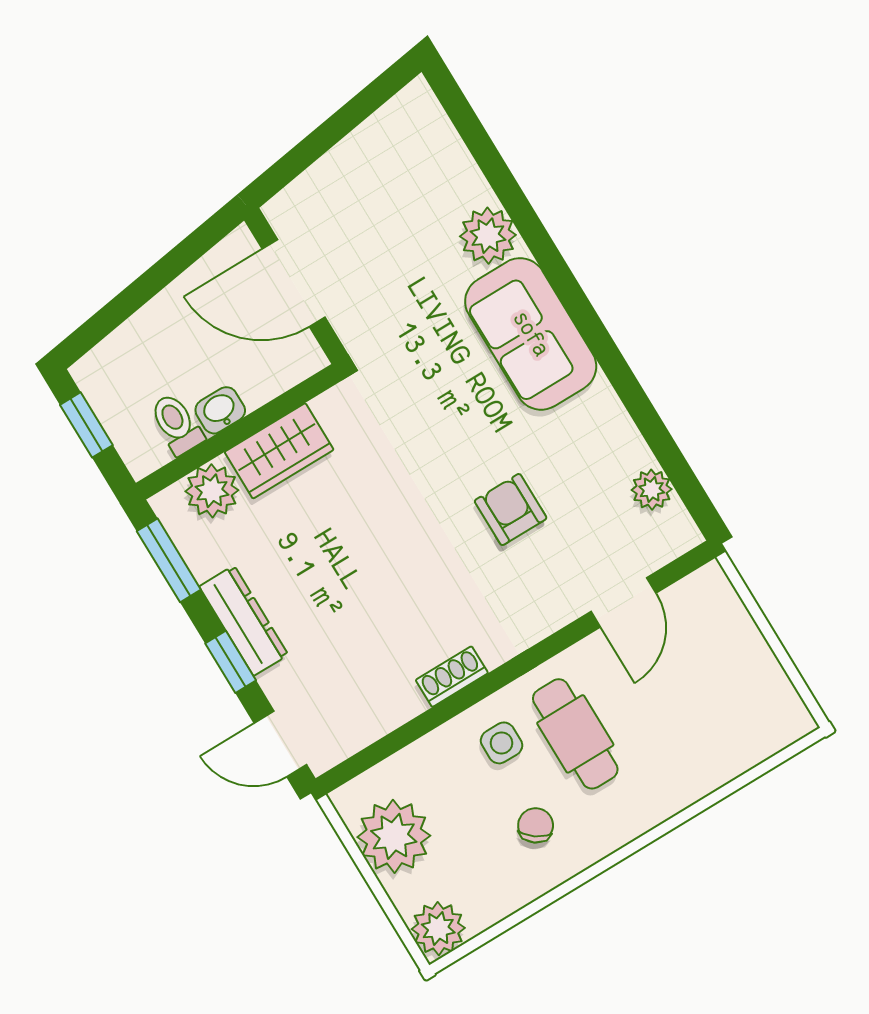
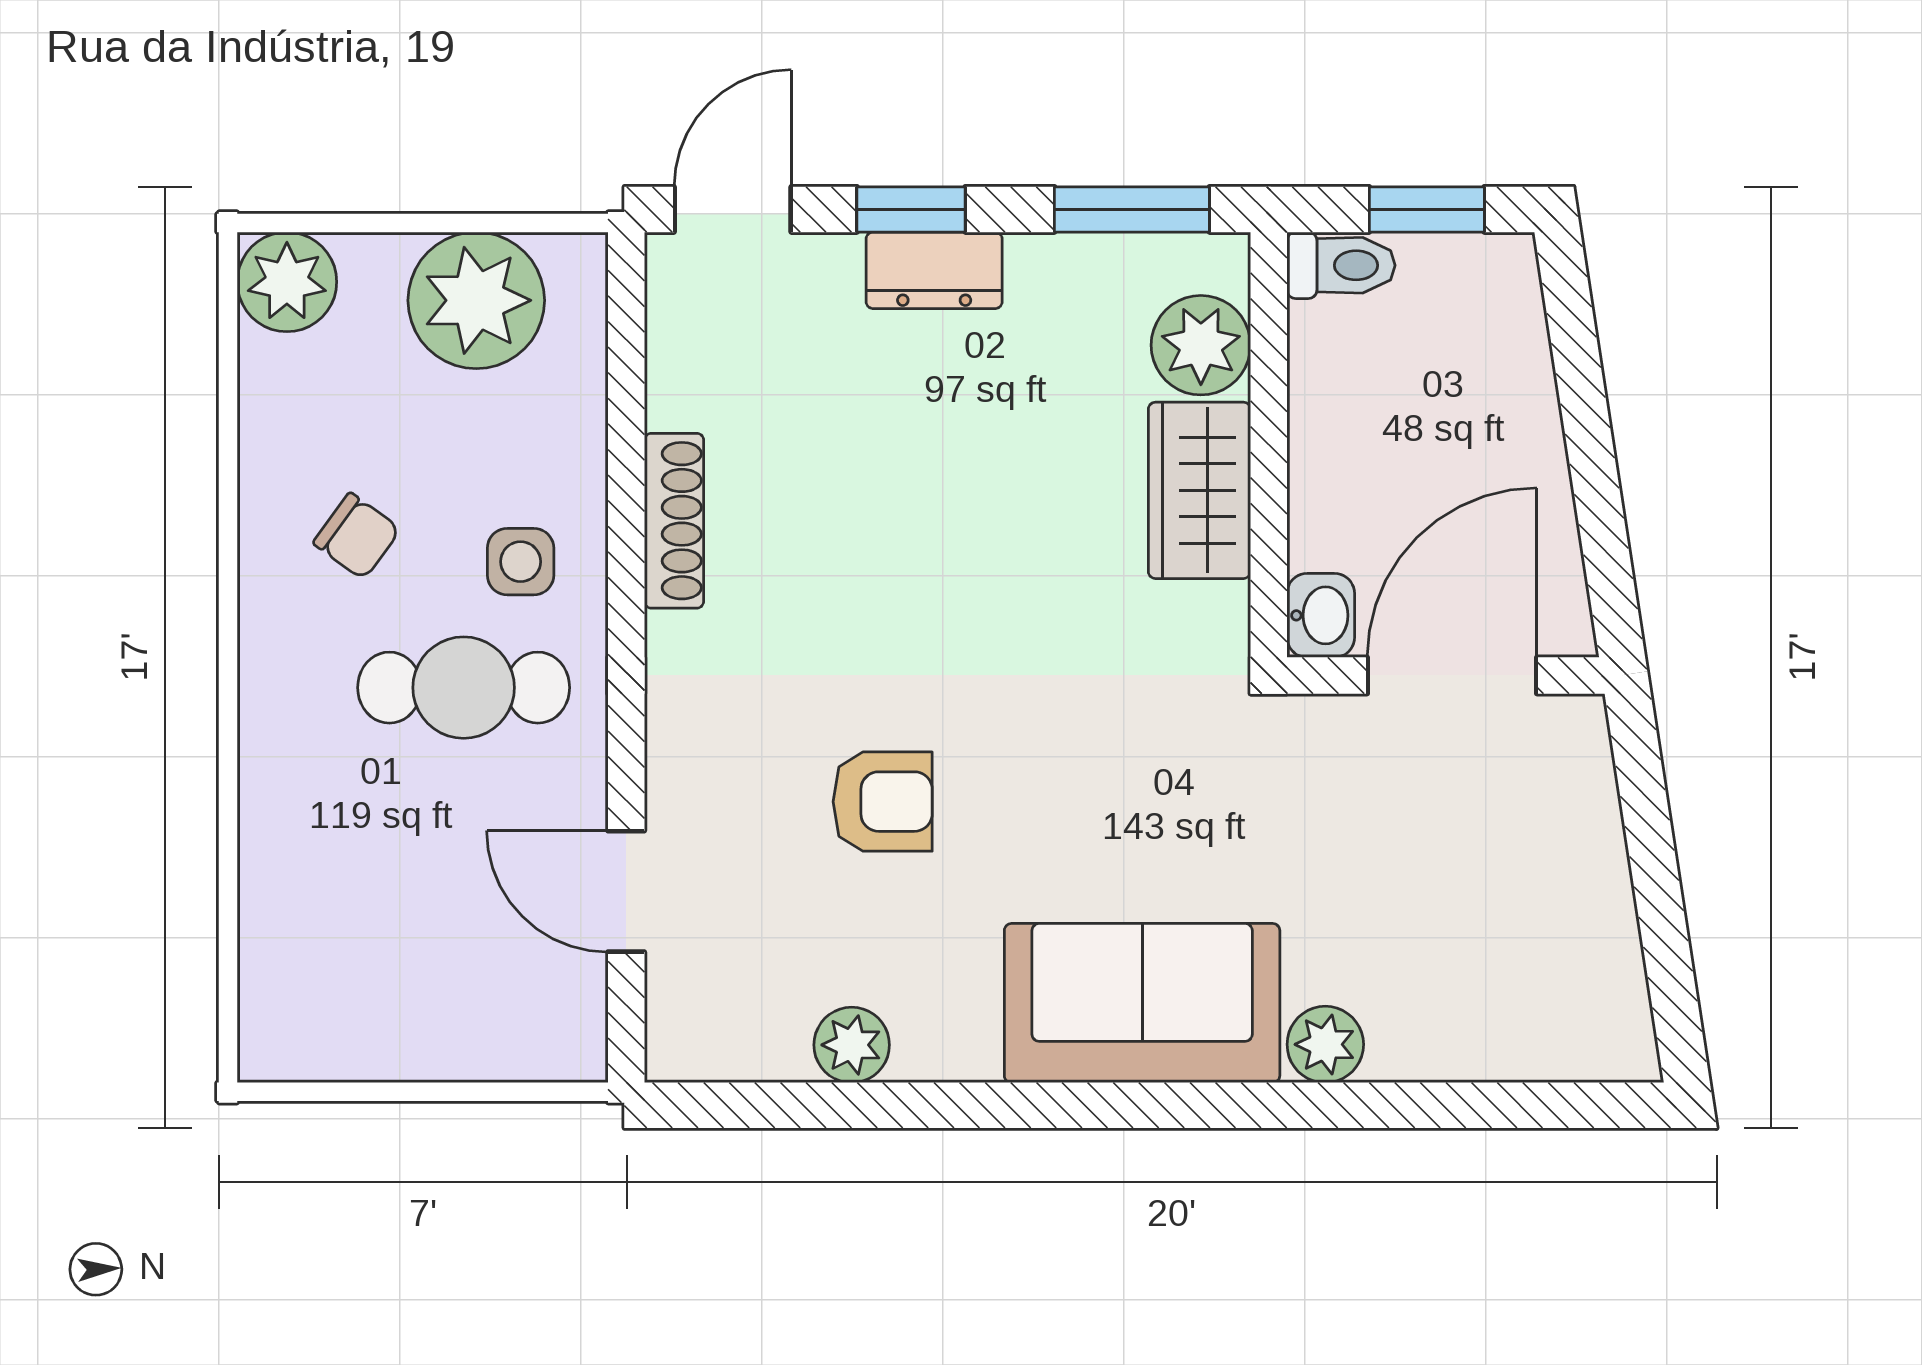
plant: (488, 236) -> (1325, 1044), width x0.73, depth x0.73
washbasin: (220, 410) -> (1321, 615), moved
toilet: (177, 424) -> (1341, 265), moved
plant: (652, 490) -> (852, 1045), moved
dresser: (244, 621) -> (934, 270), width x0.70
shoe rack: (452, 677) -> (674, 521), width x1.43

